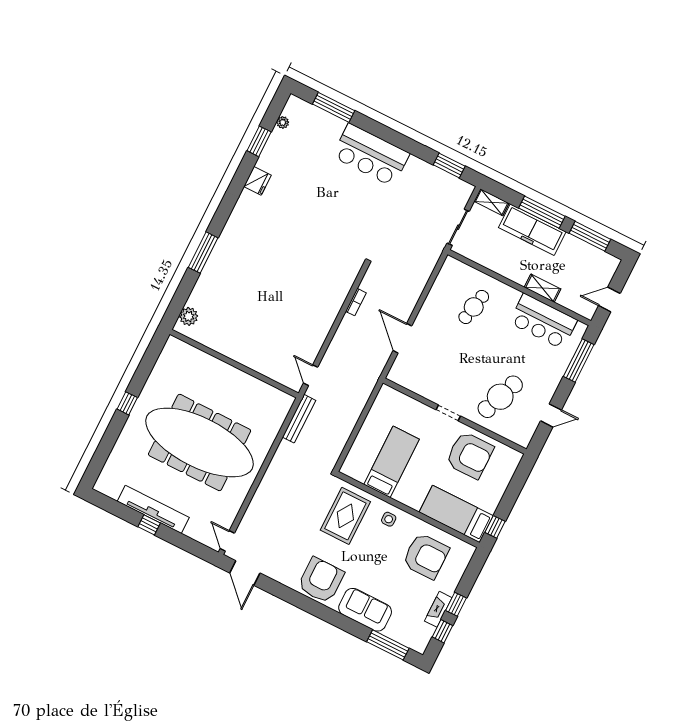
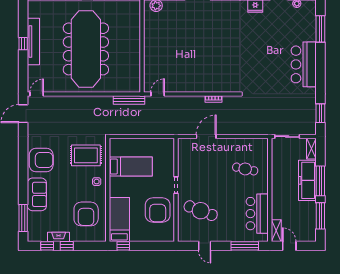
shelving: (543, 288) -> (276, 231), moved

